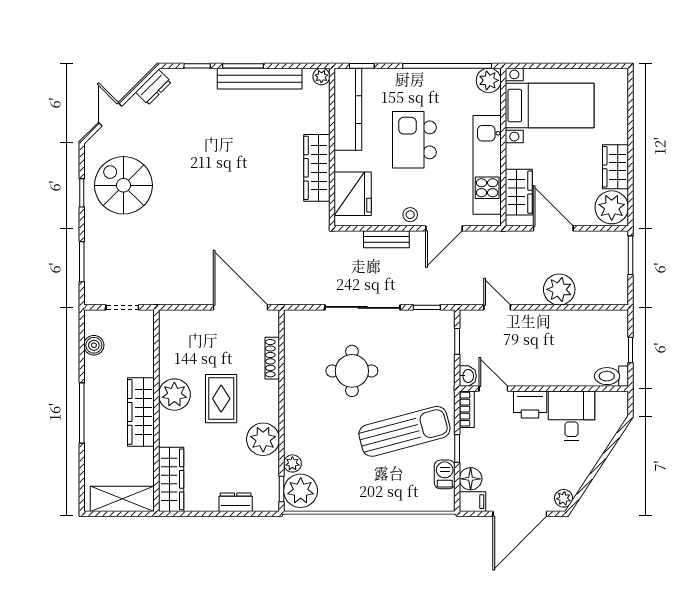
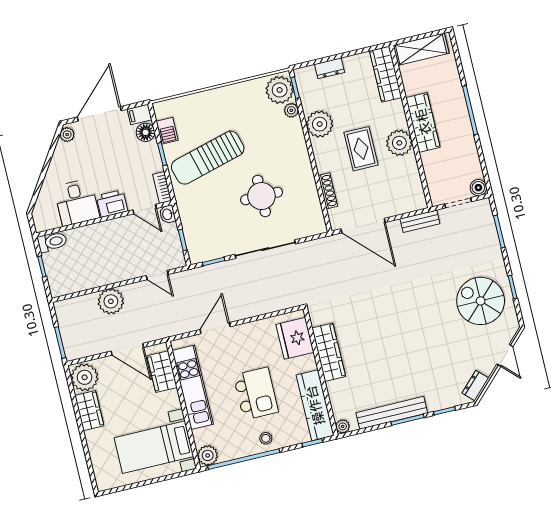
spiral stairs: (123, 185) -> (481, 301), turned 180
stool: (410, 215) -> (266, 438), moved
bench: (386, 239) -> (420, 221), moved
boiler: (94, 345) -> (478, 188), moved

